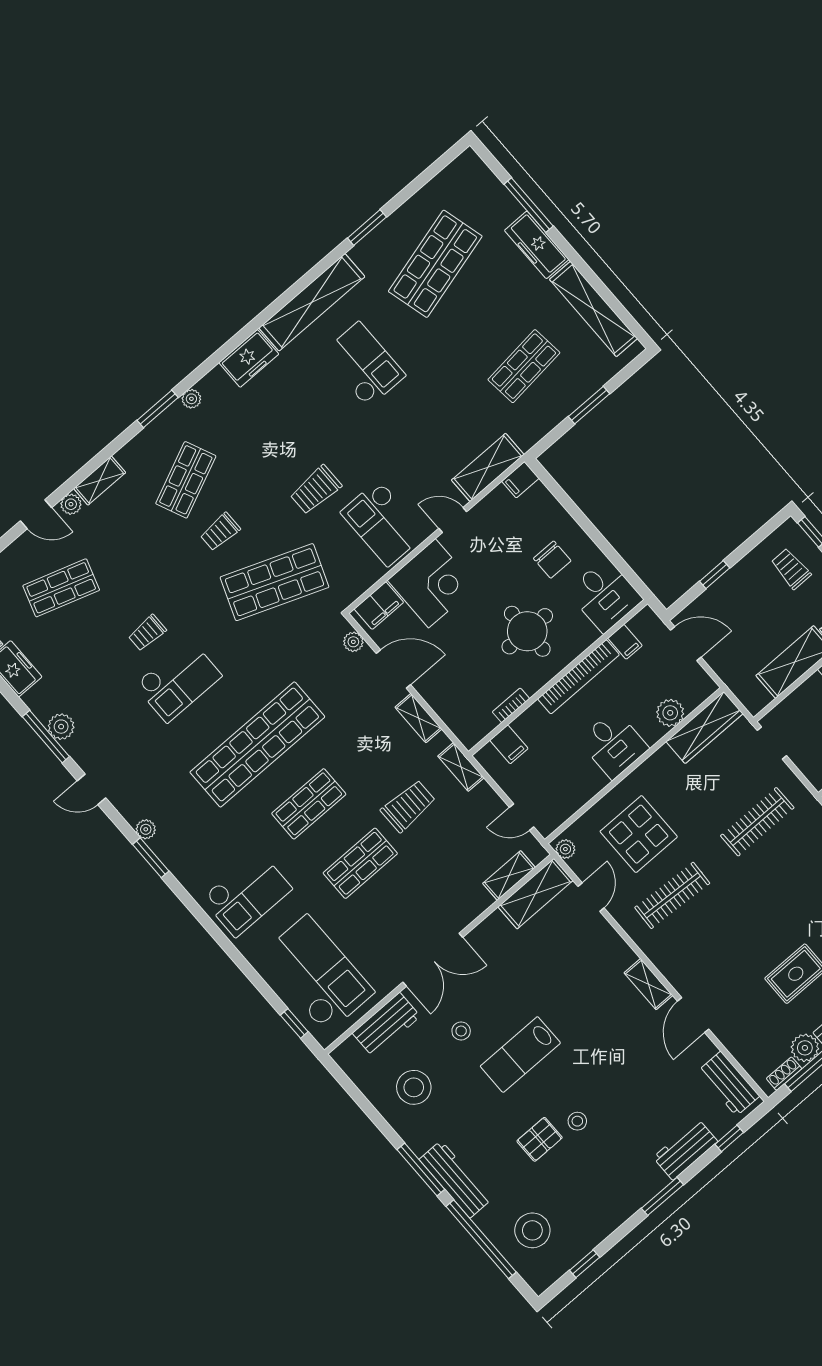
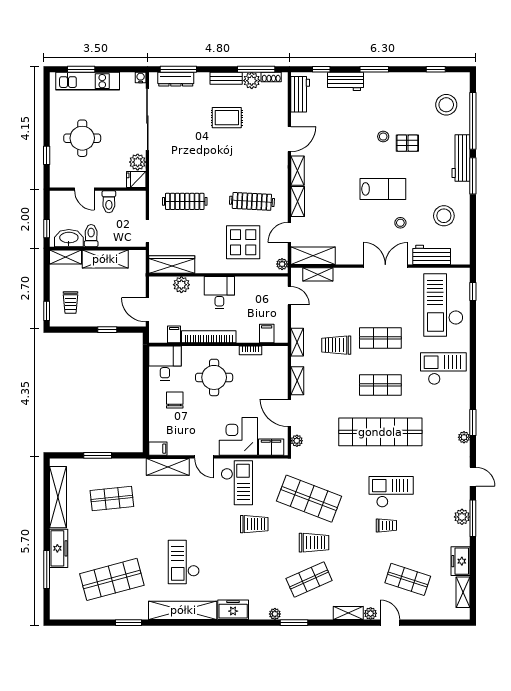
trolley: (220, 532) -> (314, 543), width x1.36, depth x1.39
shelving: (614, 945) -> (298, 202), added

